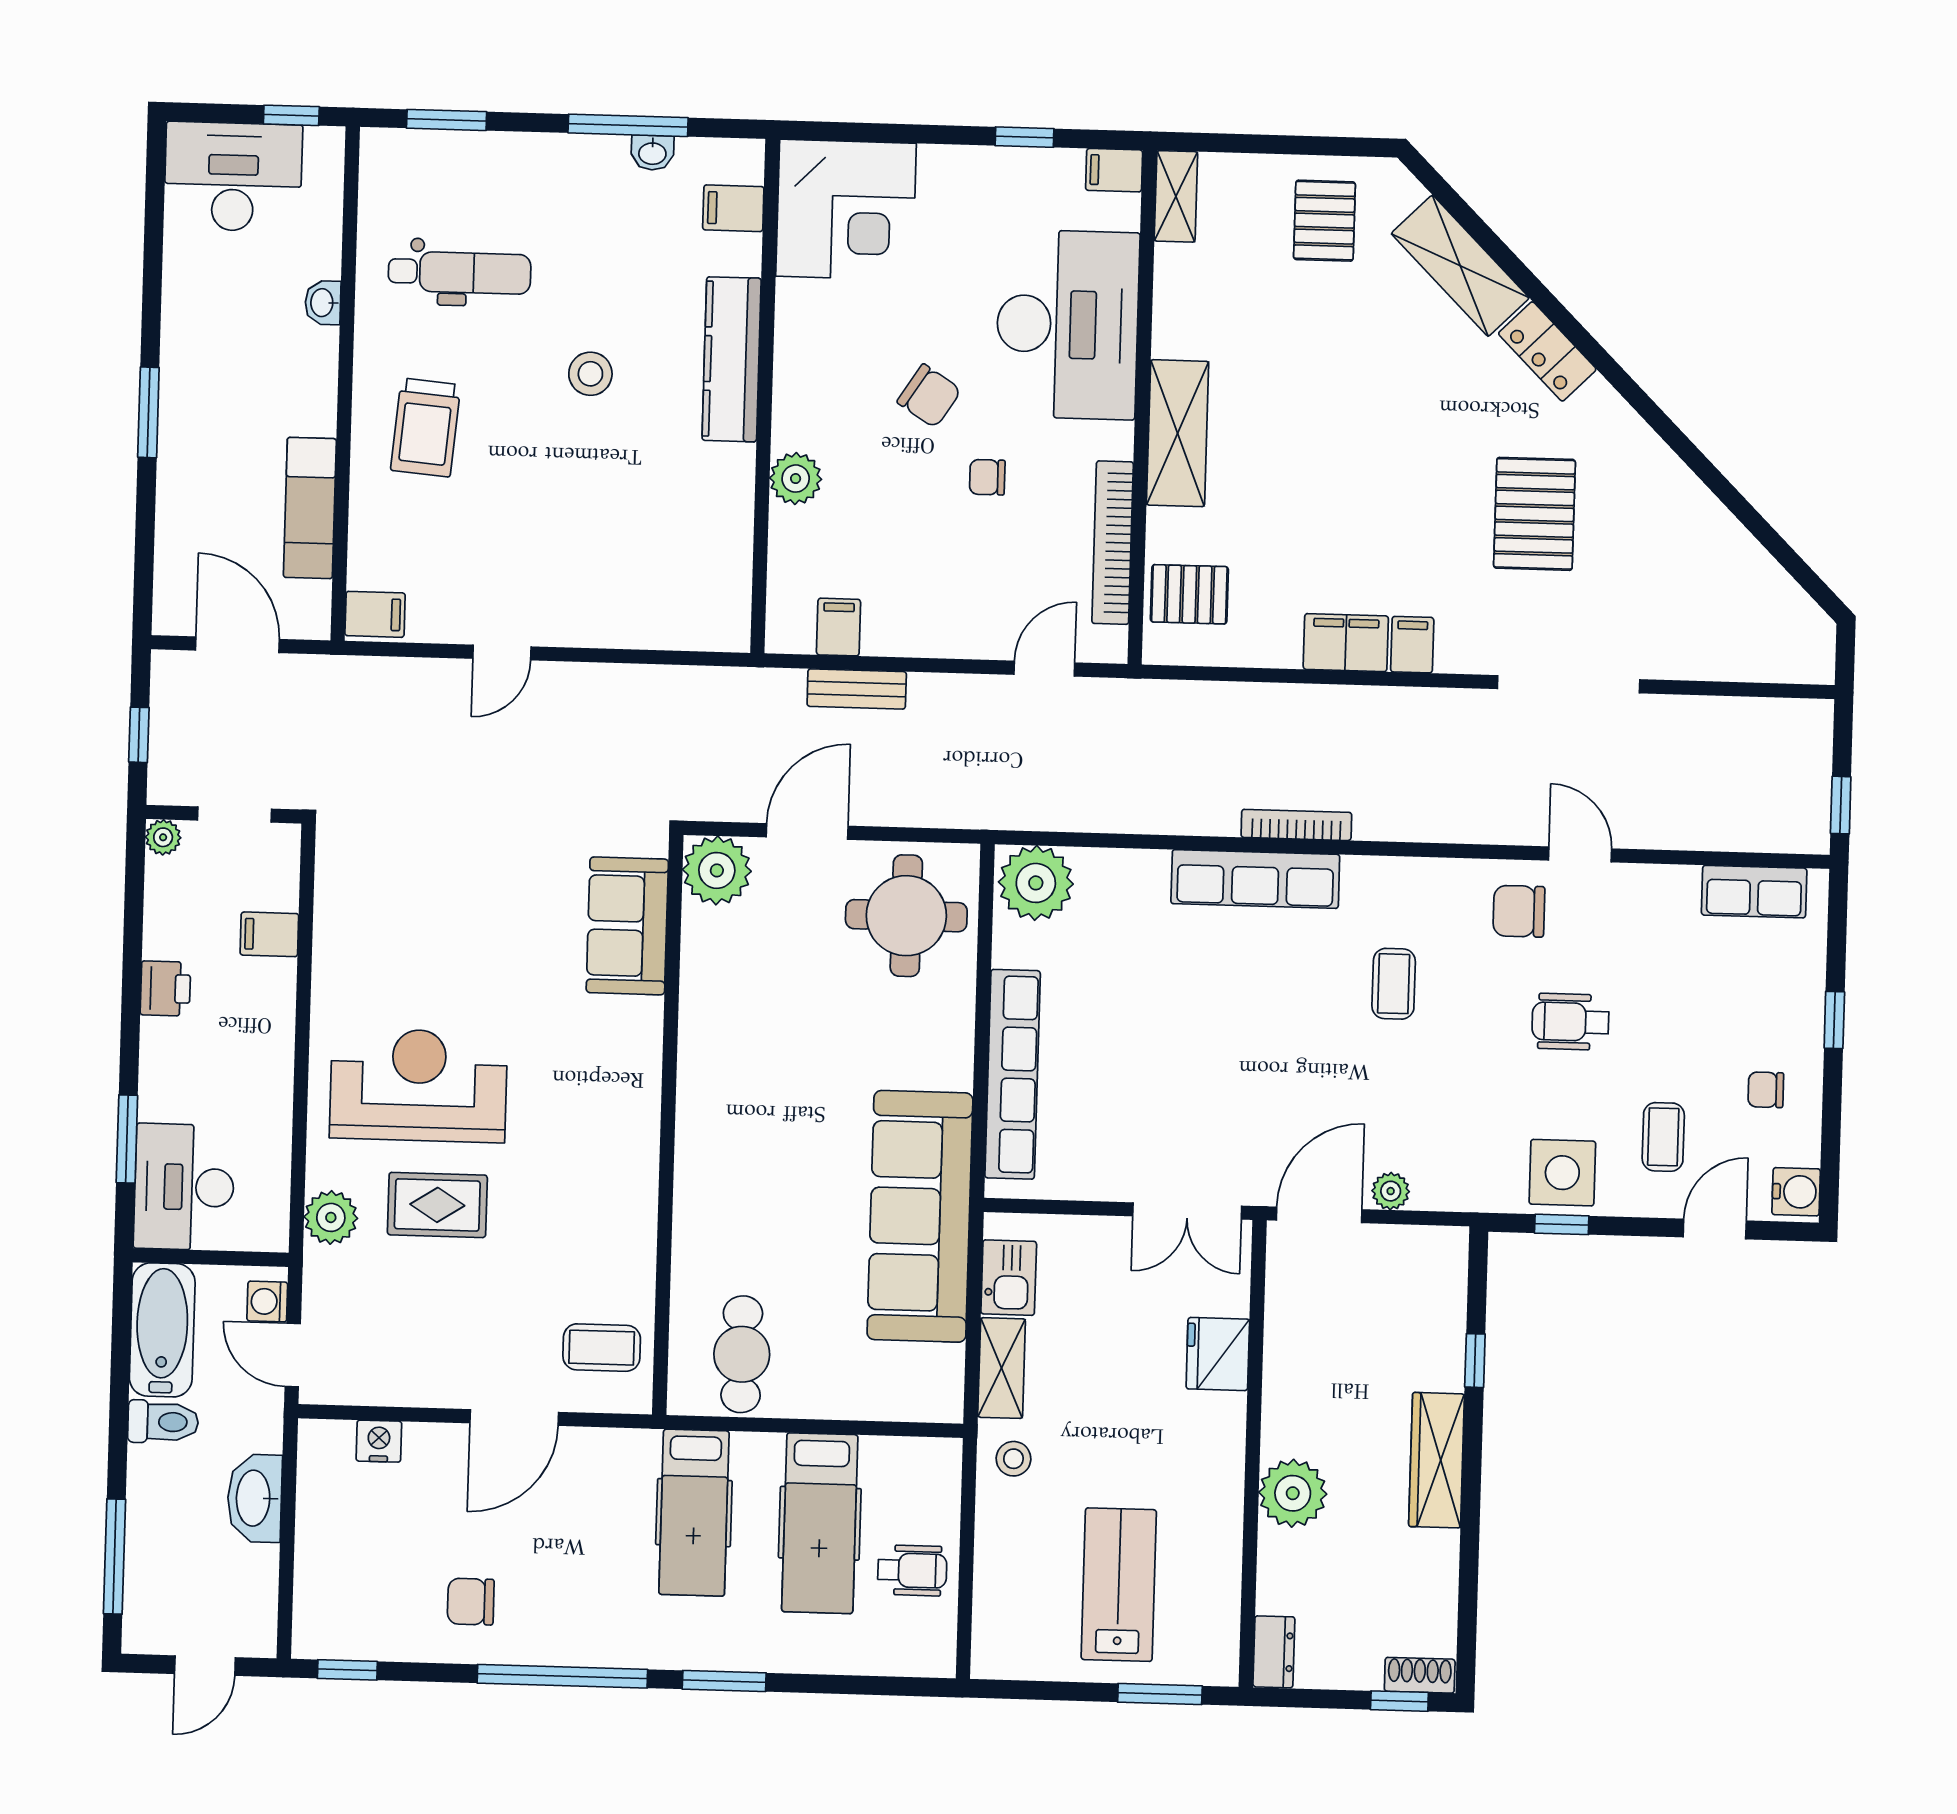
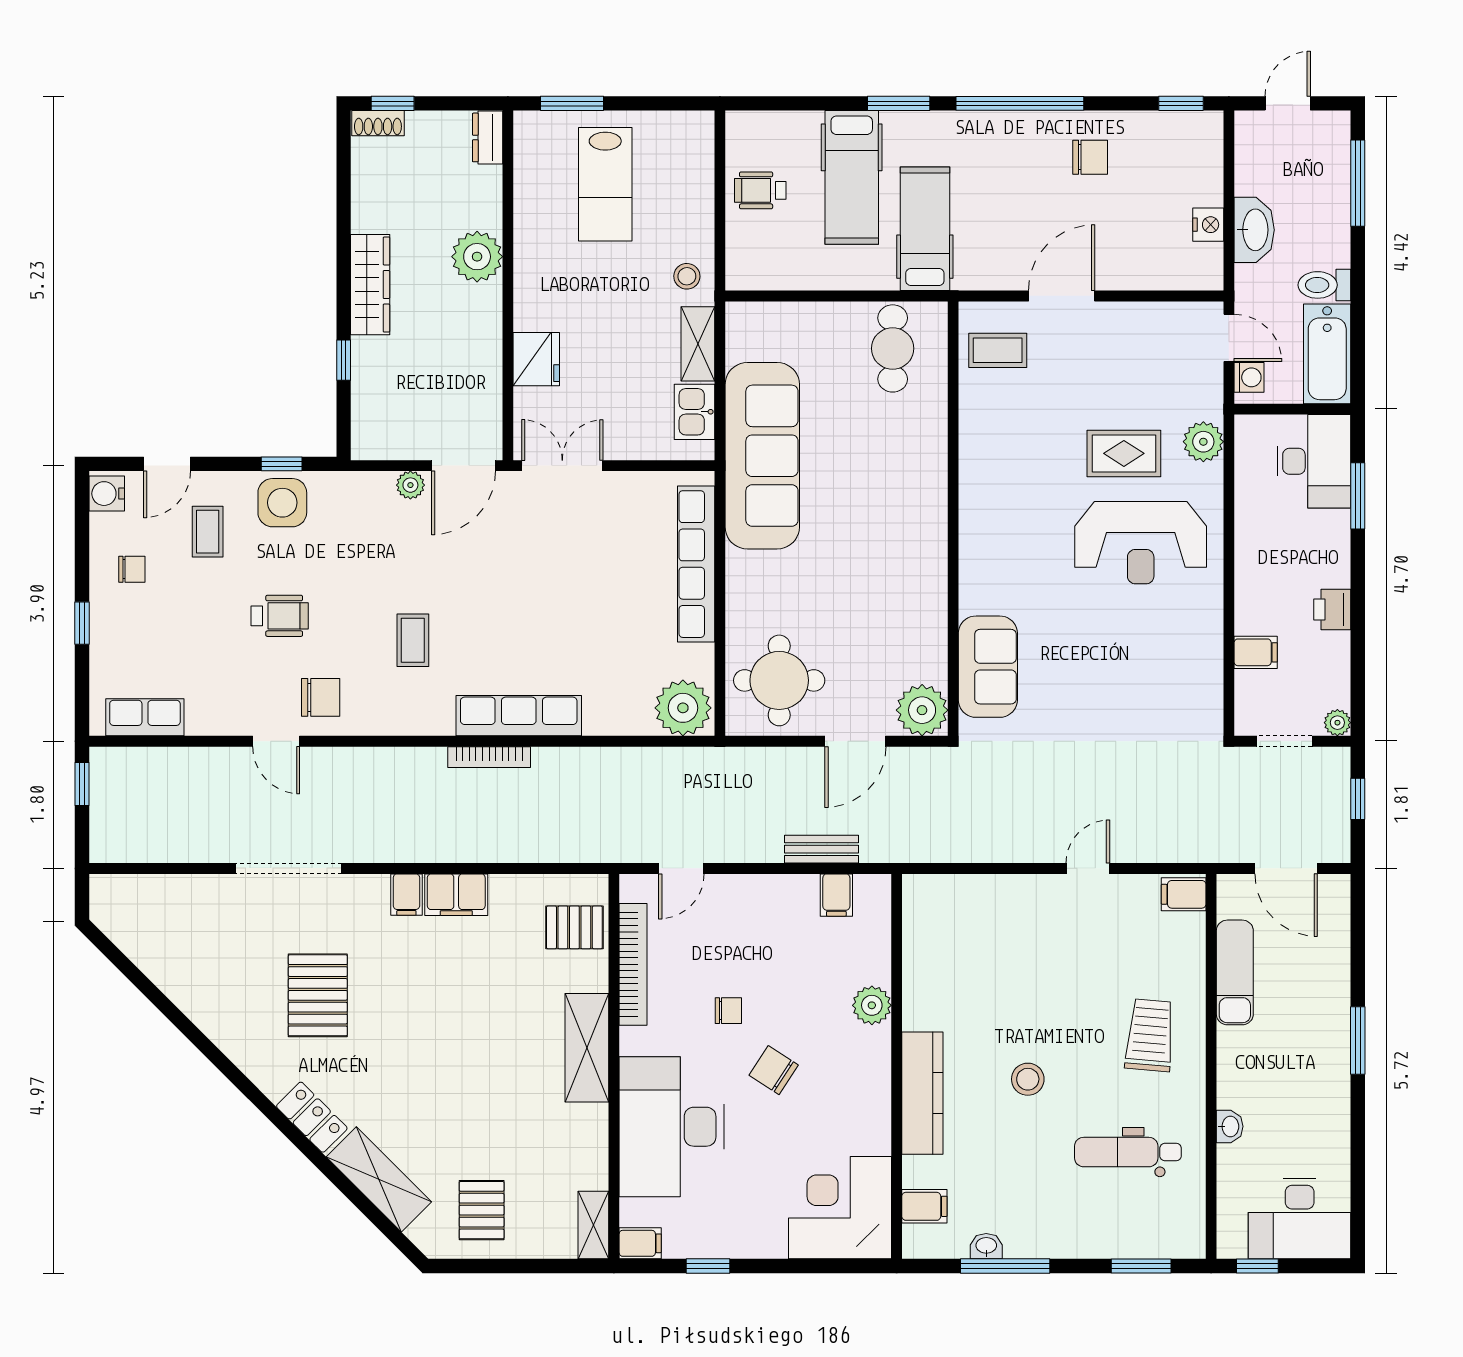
nightstand: (379, 1441) -> (1208, 225), moved, turned -90
hospital bed: (820, 1523) -> (852, 177), moved, turned 180

